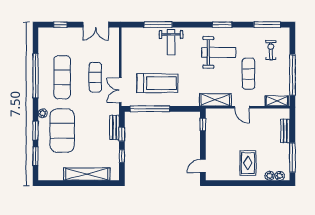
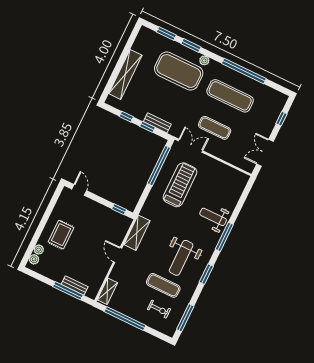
window: (158, 25) -> (224, 237), moved
exercise mat: (249, 74) -> (163, 285), moved
treadmill: (157, 83) -> (180, 185), turned 180
door: (242, 107) -> (118, 255), hinge flipped
window: (292, 157) -> (68, 291), moved
rug: (248, 163) -> (61, 235), turned 90

